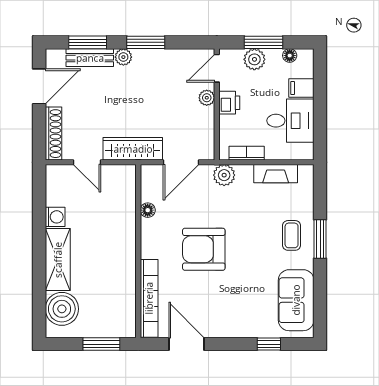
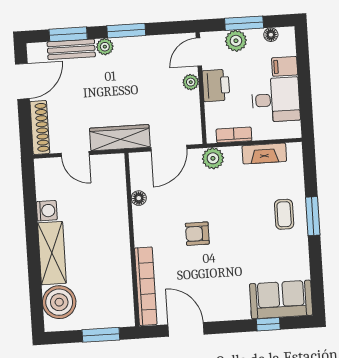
printer: (229, 103) -> (216, 85), width x1.36, depth x1.24
armchair: (204, 249) -> (197, 234), width x0.53, depth x0.53
sofa: (296, 300) -> (281, 299), moved, turned 90

